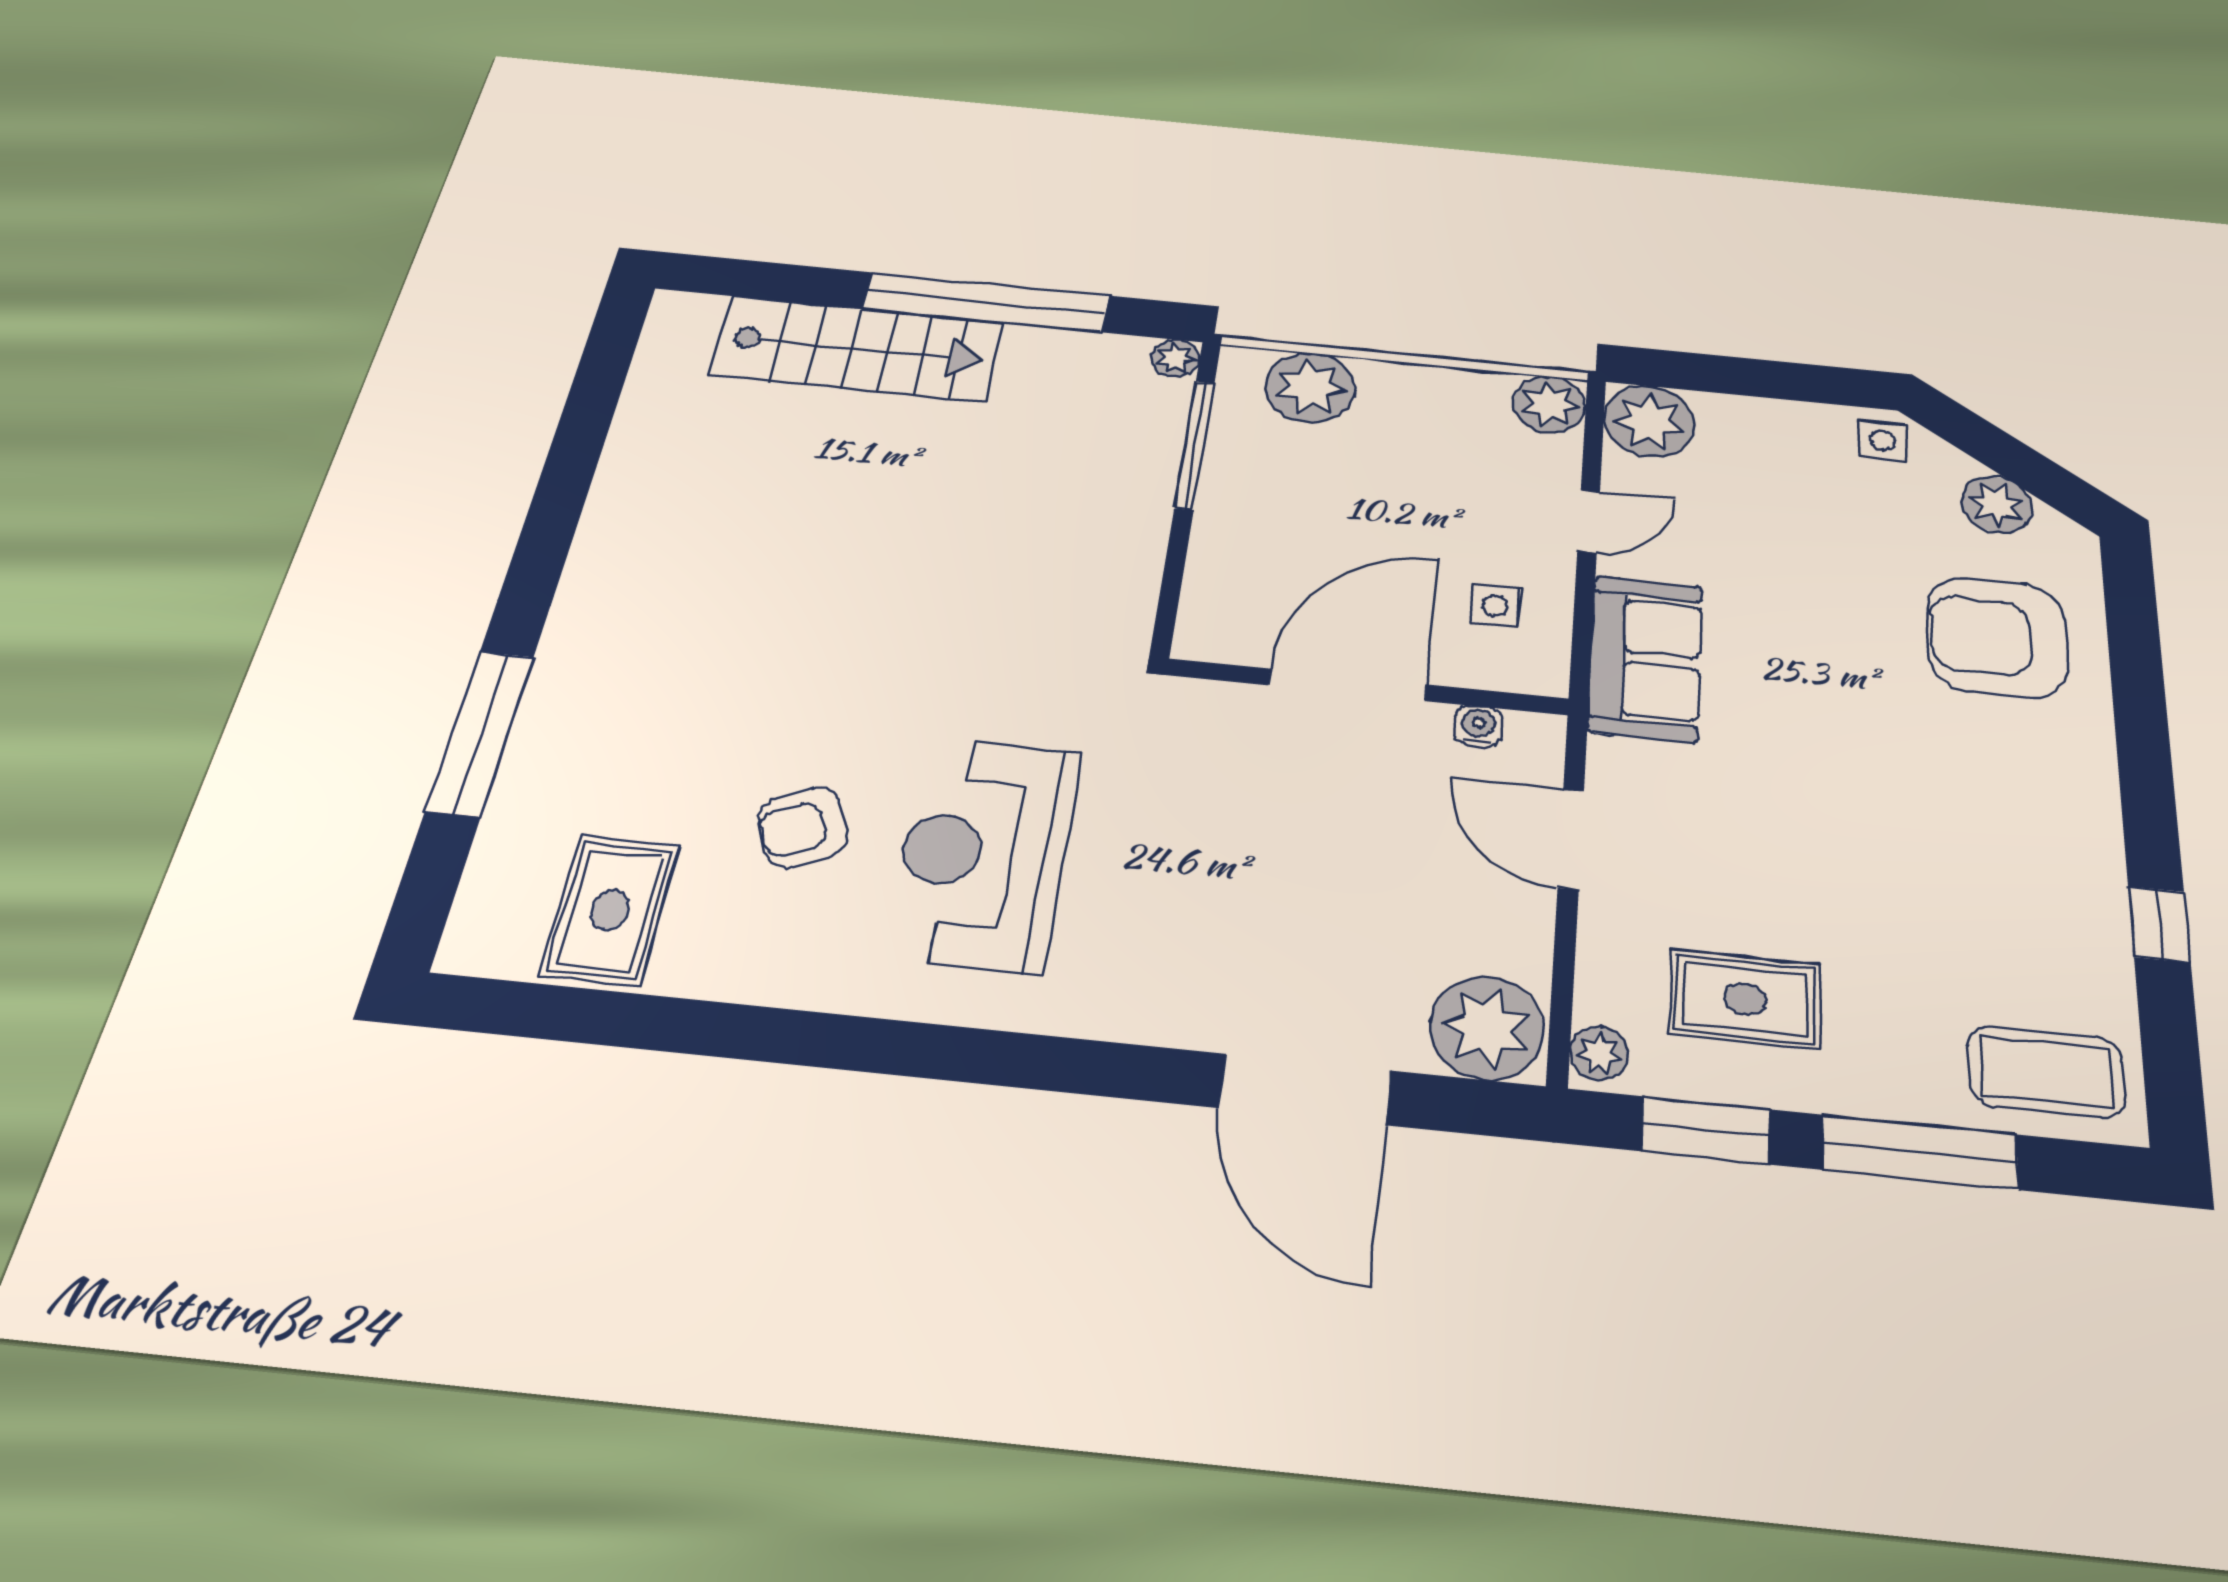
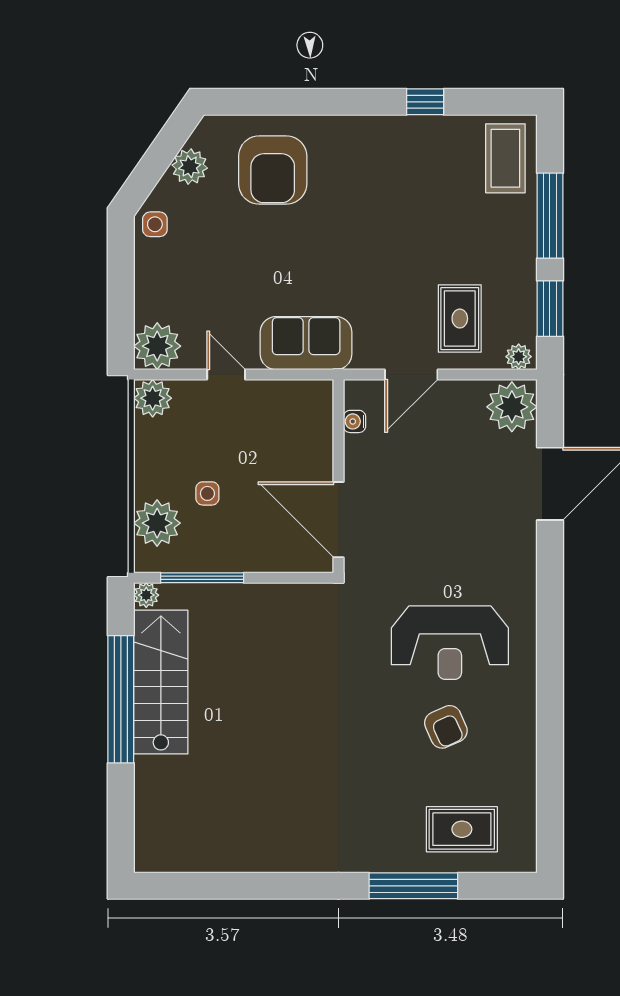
stairs: (857, 349) -> (161, 682), moved
side table: (1495, 605) -> (207, 493), moved
door: (1347, 685) -> (339, 520), moved
rug: (610, 910) -> (462, 829), moved
rug: (1745, 999) -> (460, 319), moved

